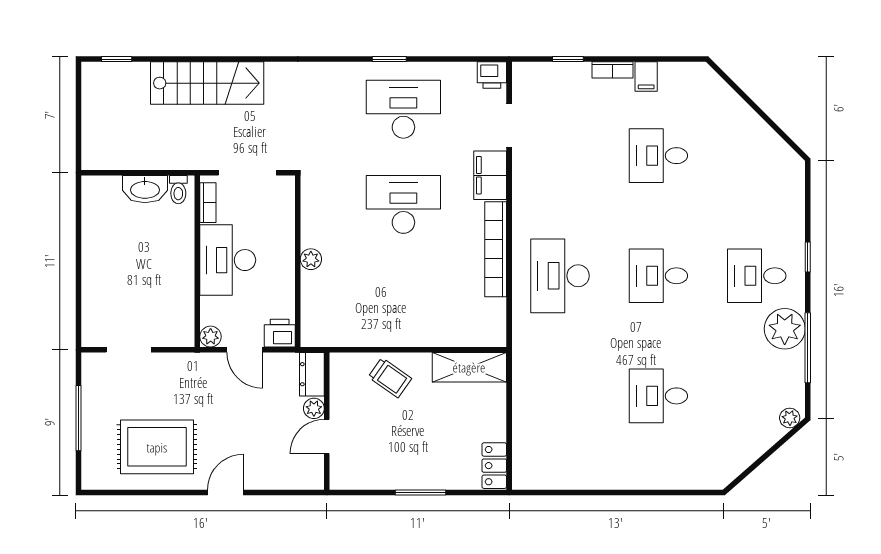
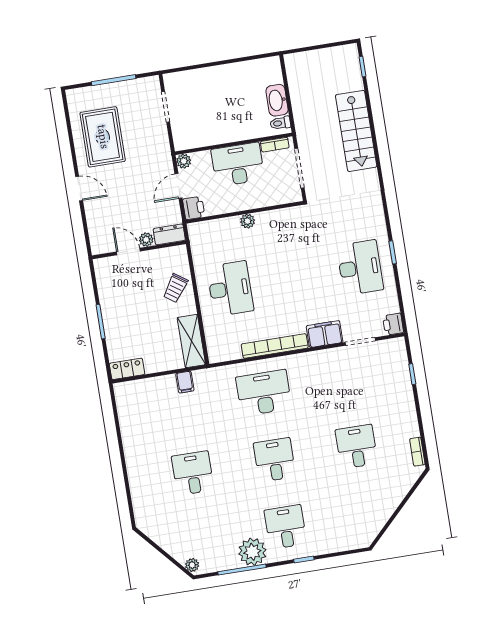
bookcase: (613, 70) -> (417, 452), moved
filing cabinet: (646, 76) -> (185, 382), moved, turned -90
desk: (403, 204) -> (230, 289), moved

